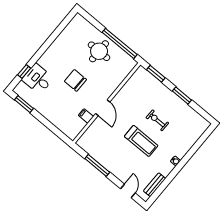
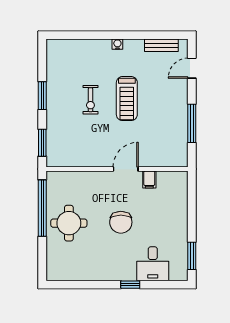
window: (24, 72) -> (130, 285), moved
treadmill: (141, 141) -> (127, 99), turned 180

